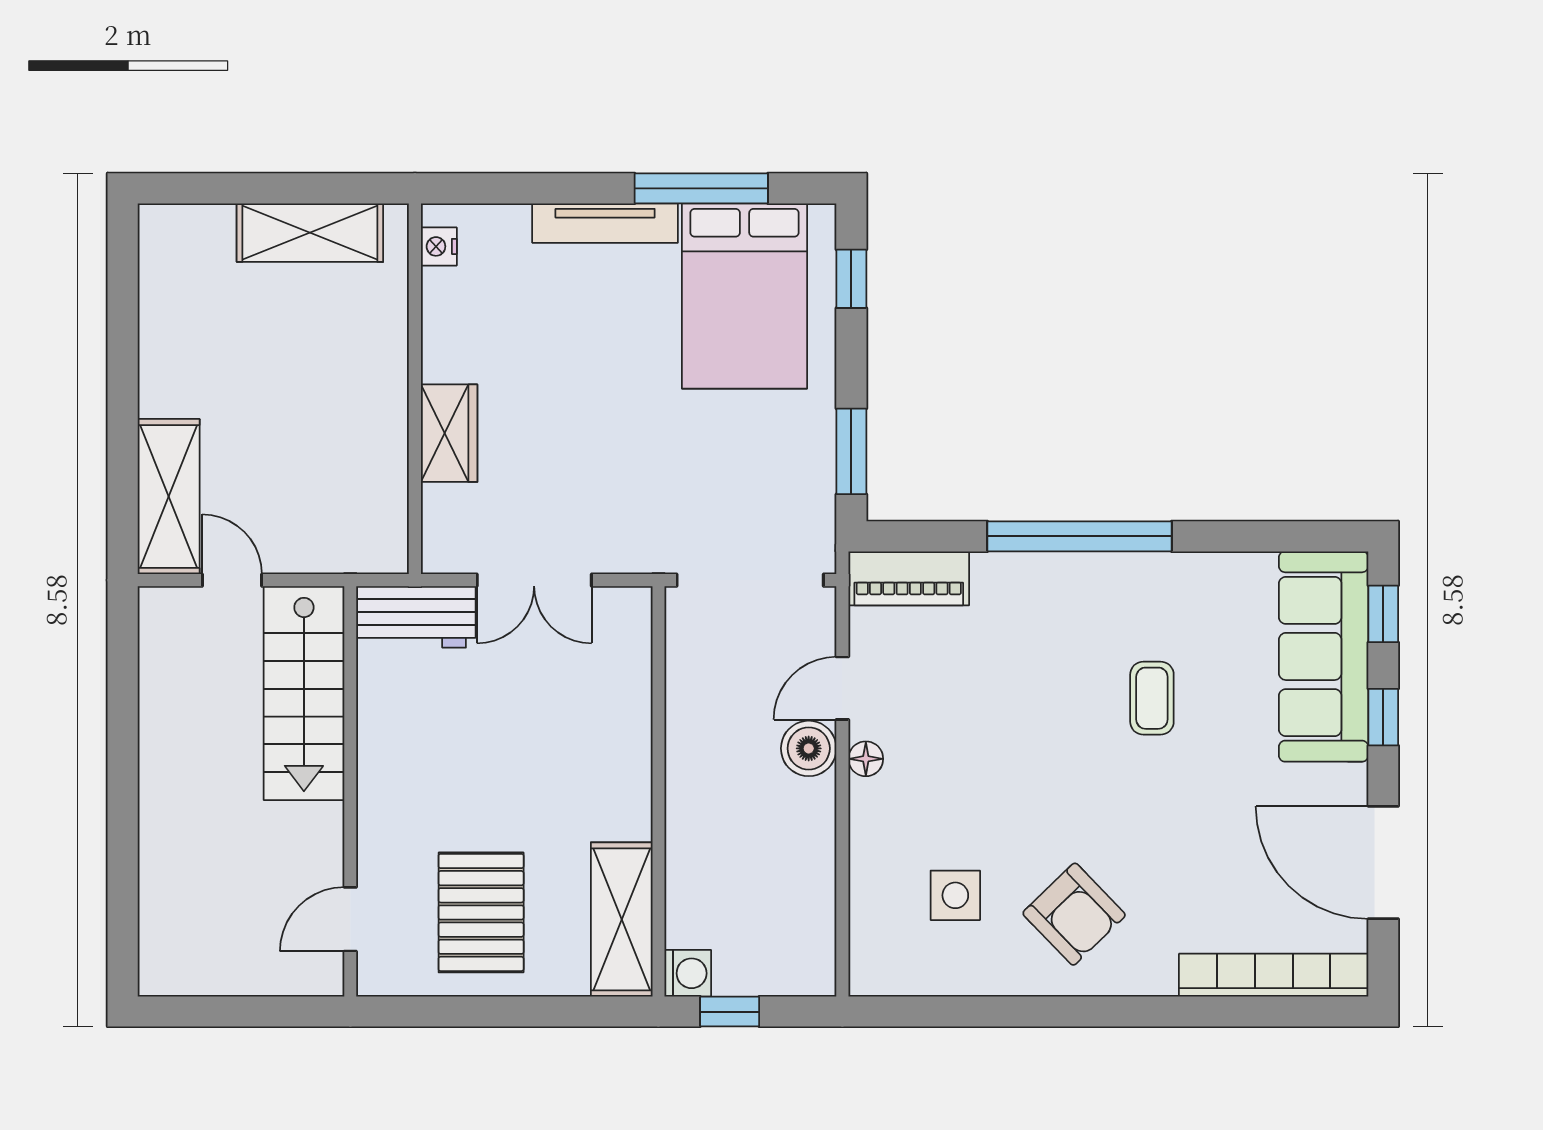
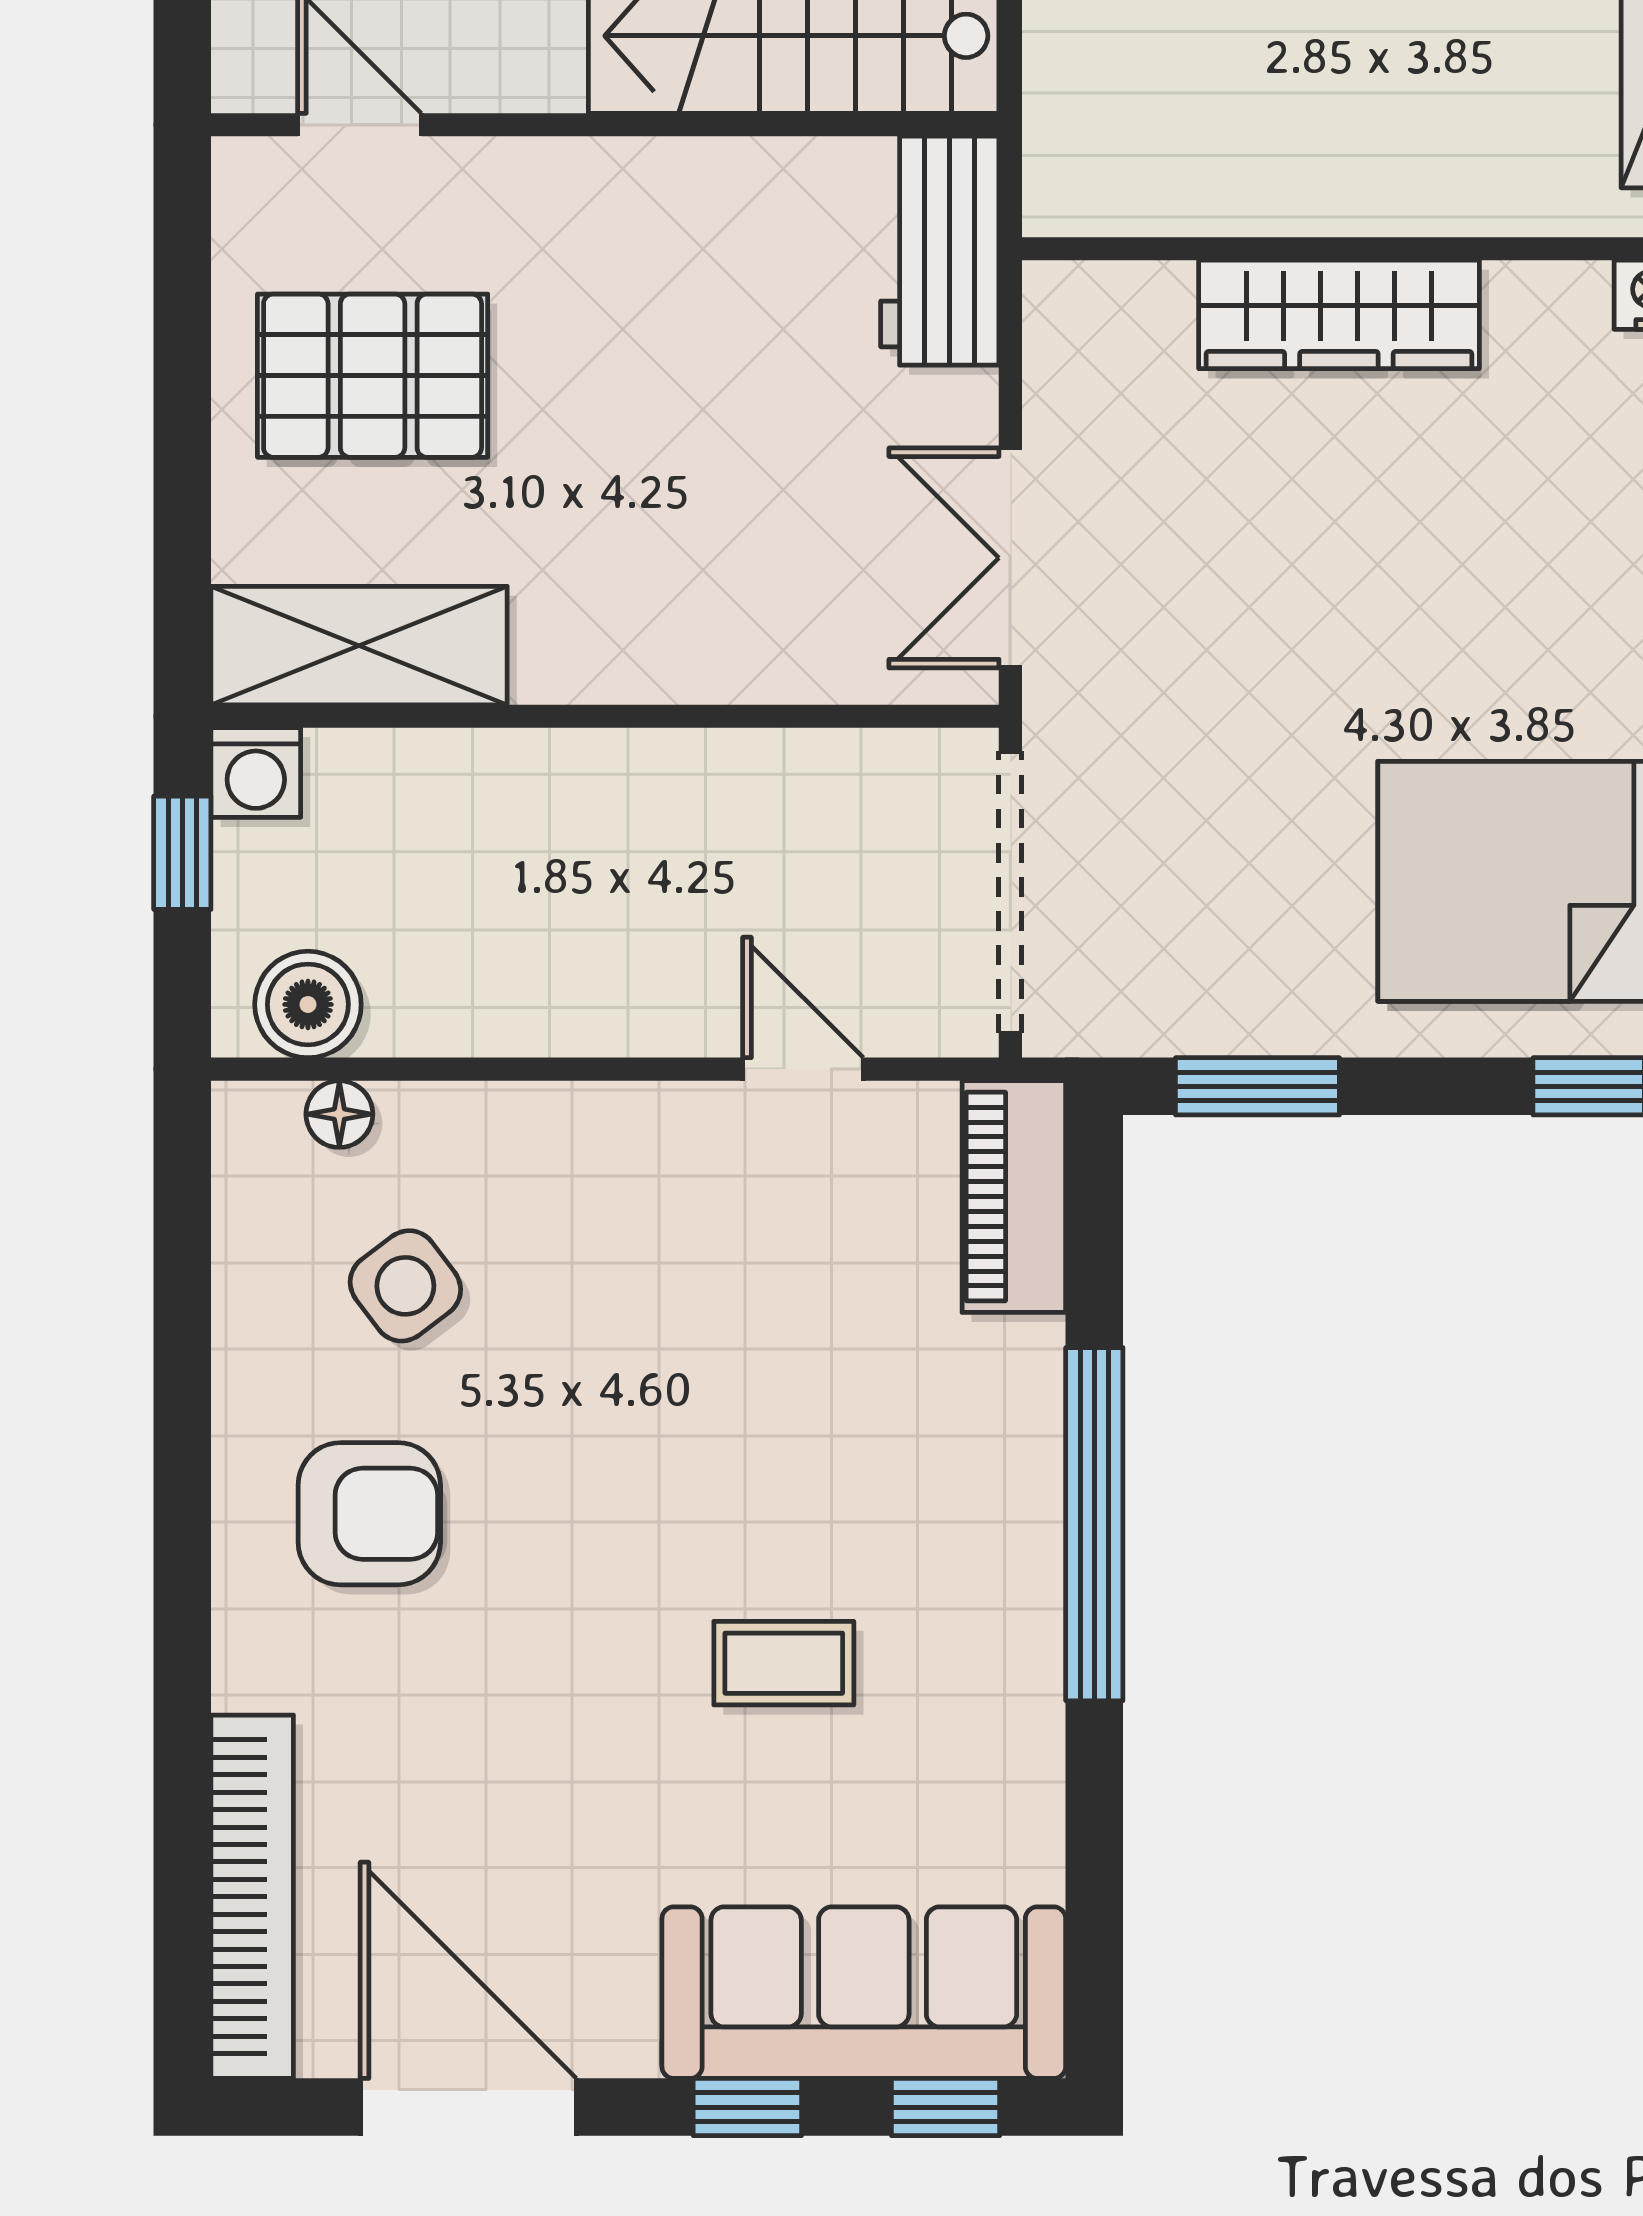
wardrobe: (449, 433) -> (1339, 314), width x1.50
double door: (534, 580) -> (1010, 558), moved
boiler: (809, 748) -> (308, 1004), moved
floor lamp: (866, 759) -> (339, 1114), moved
door: (1383, 863) -> (468, 2107), hinge flipped
side table: (955, 895) -> (405, 1286), turned -37
armchair: (1074, 914) -> (369, 1514), turned -136

